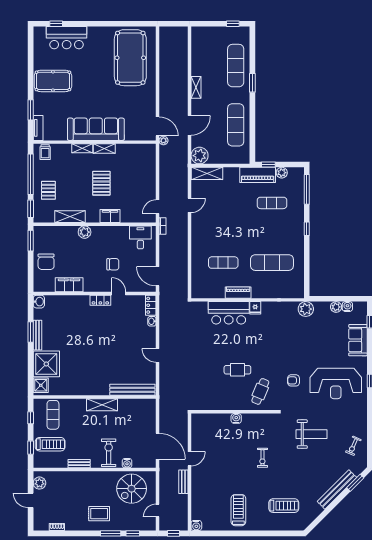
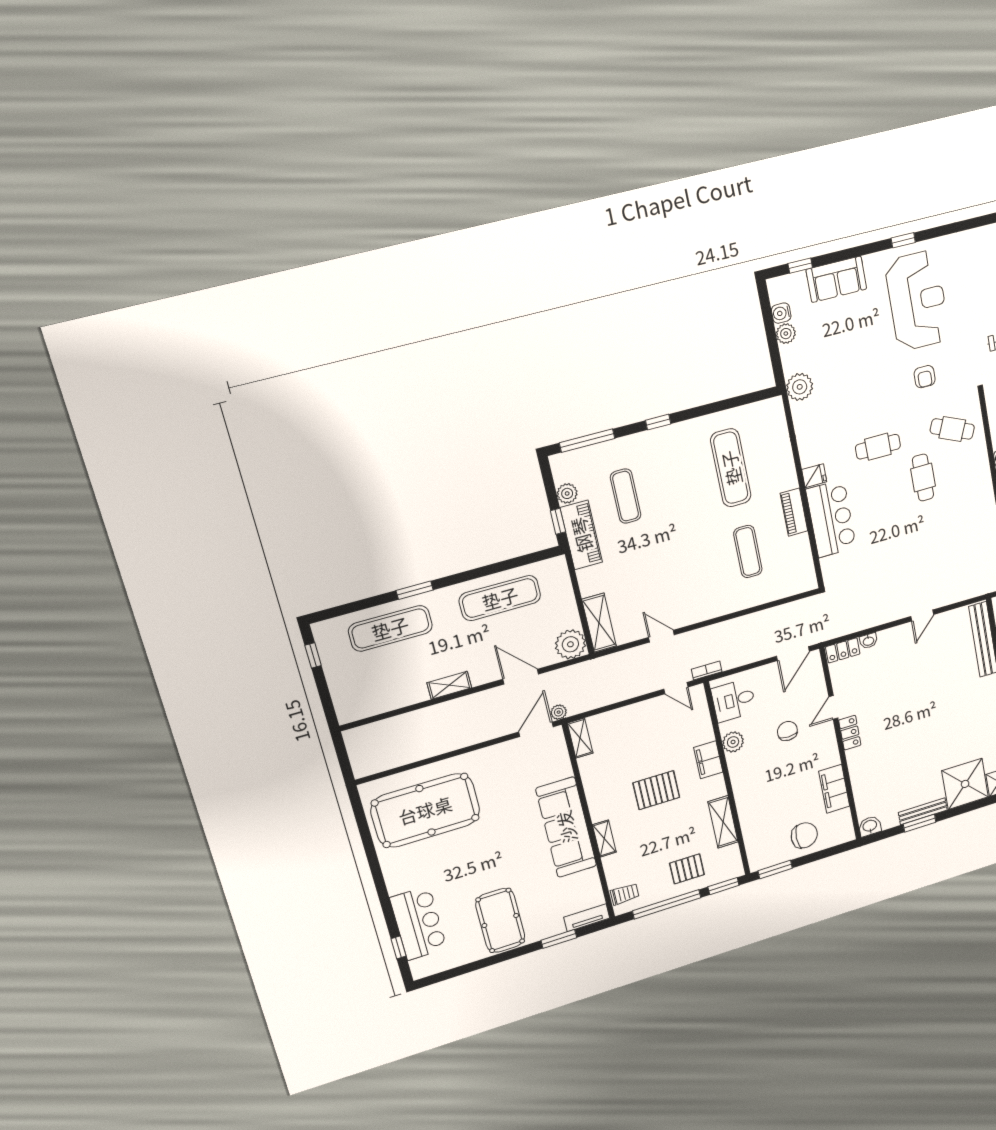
shelving: (104, 149) -> (580, 738), moved
plant: (85, 232) -> (733, 742), moved
cafe table: (262, 347) -> (878, 447), added

